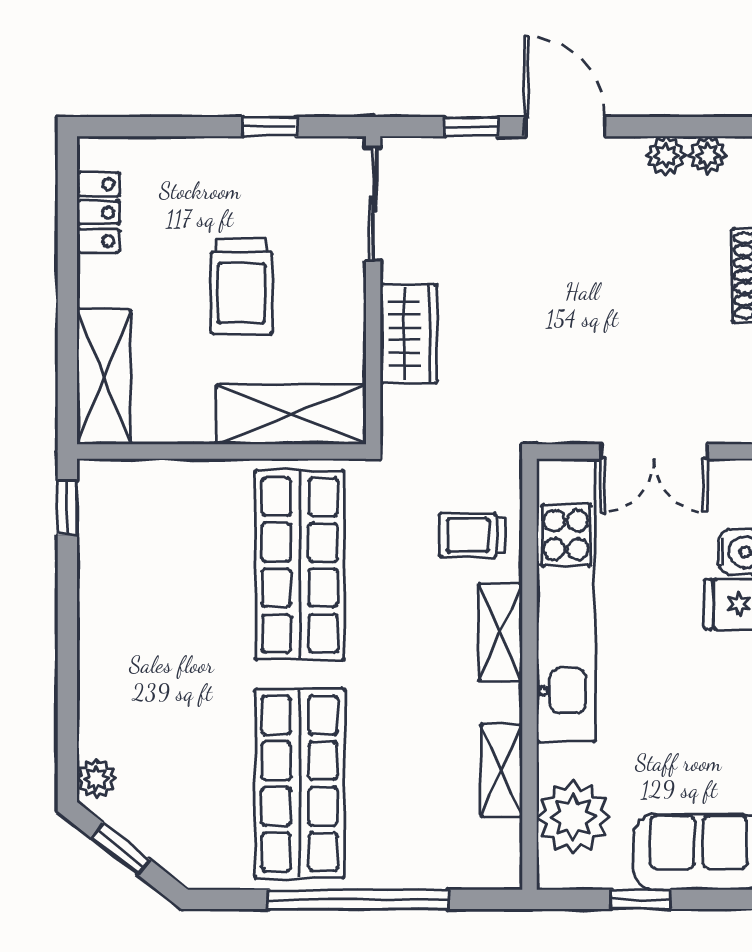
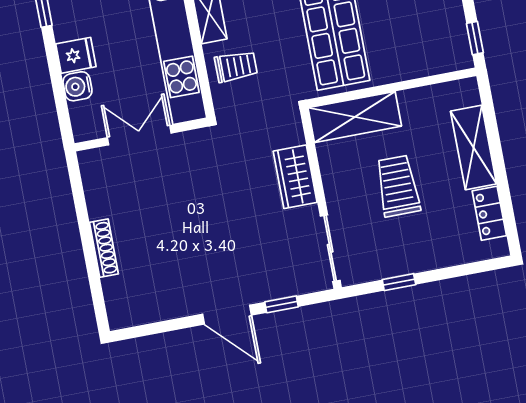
plant: (708, 155) -> (141, 314), removed
plant: (666, 156) -> (165, 309), removed
shelving: (104, 377) -> (474, 148), moved

